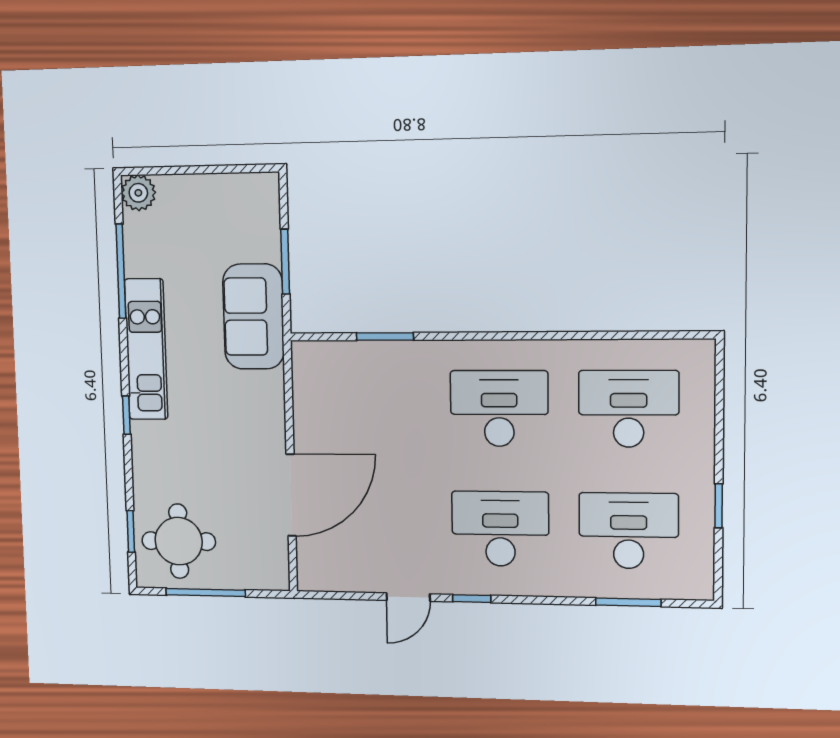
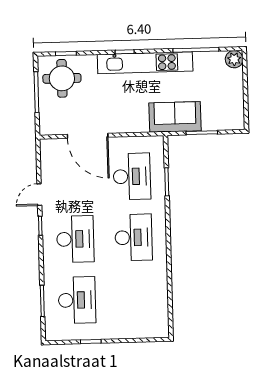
kitchen unit: (146, 349) -> (145, 63), width x1.36
desk: (629, 409) -> (132, 176), moved
door: (408, 597) -> (39, 195), hinge flipped

